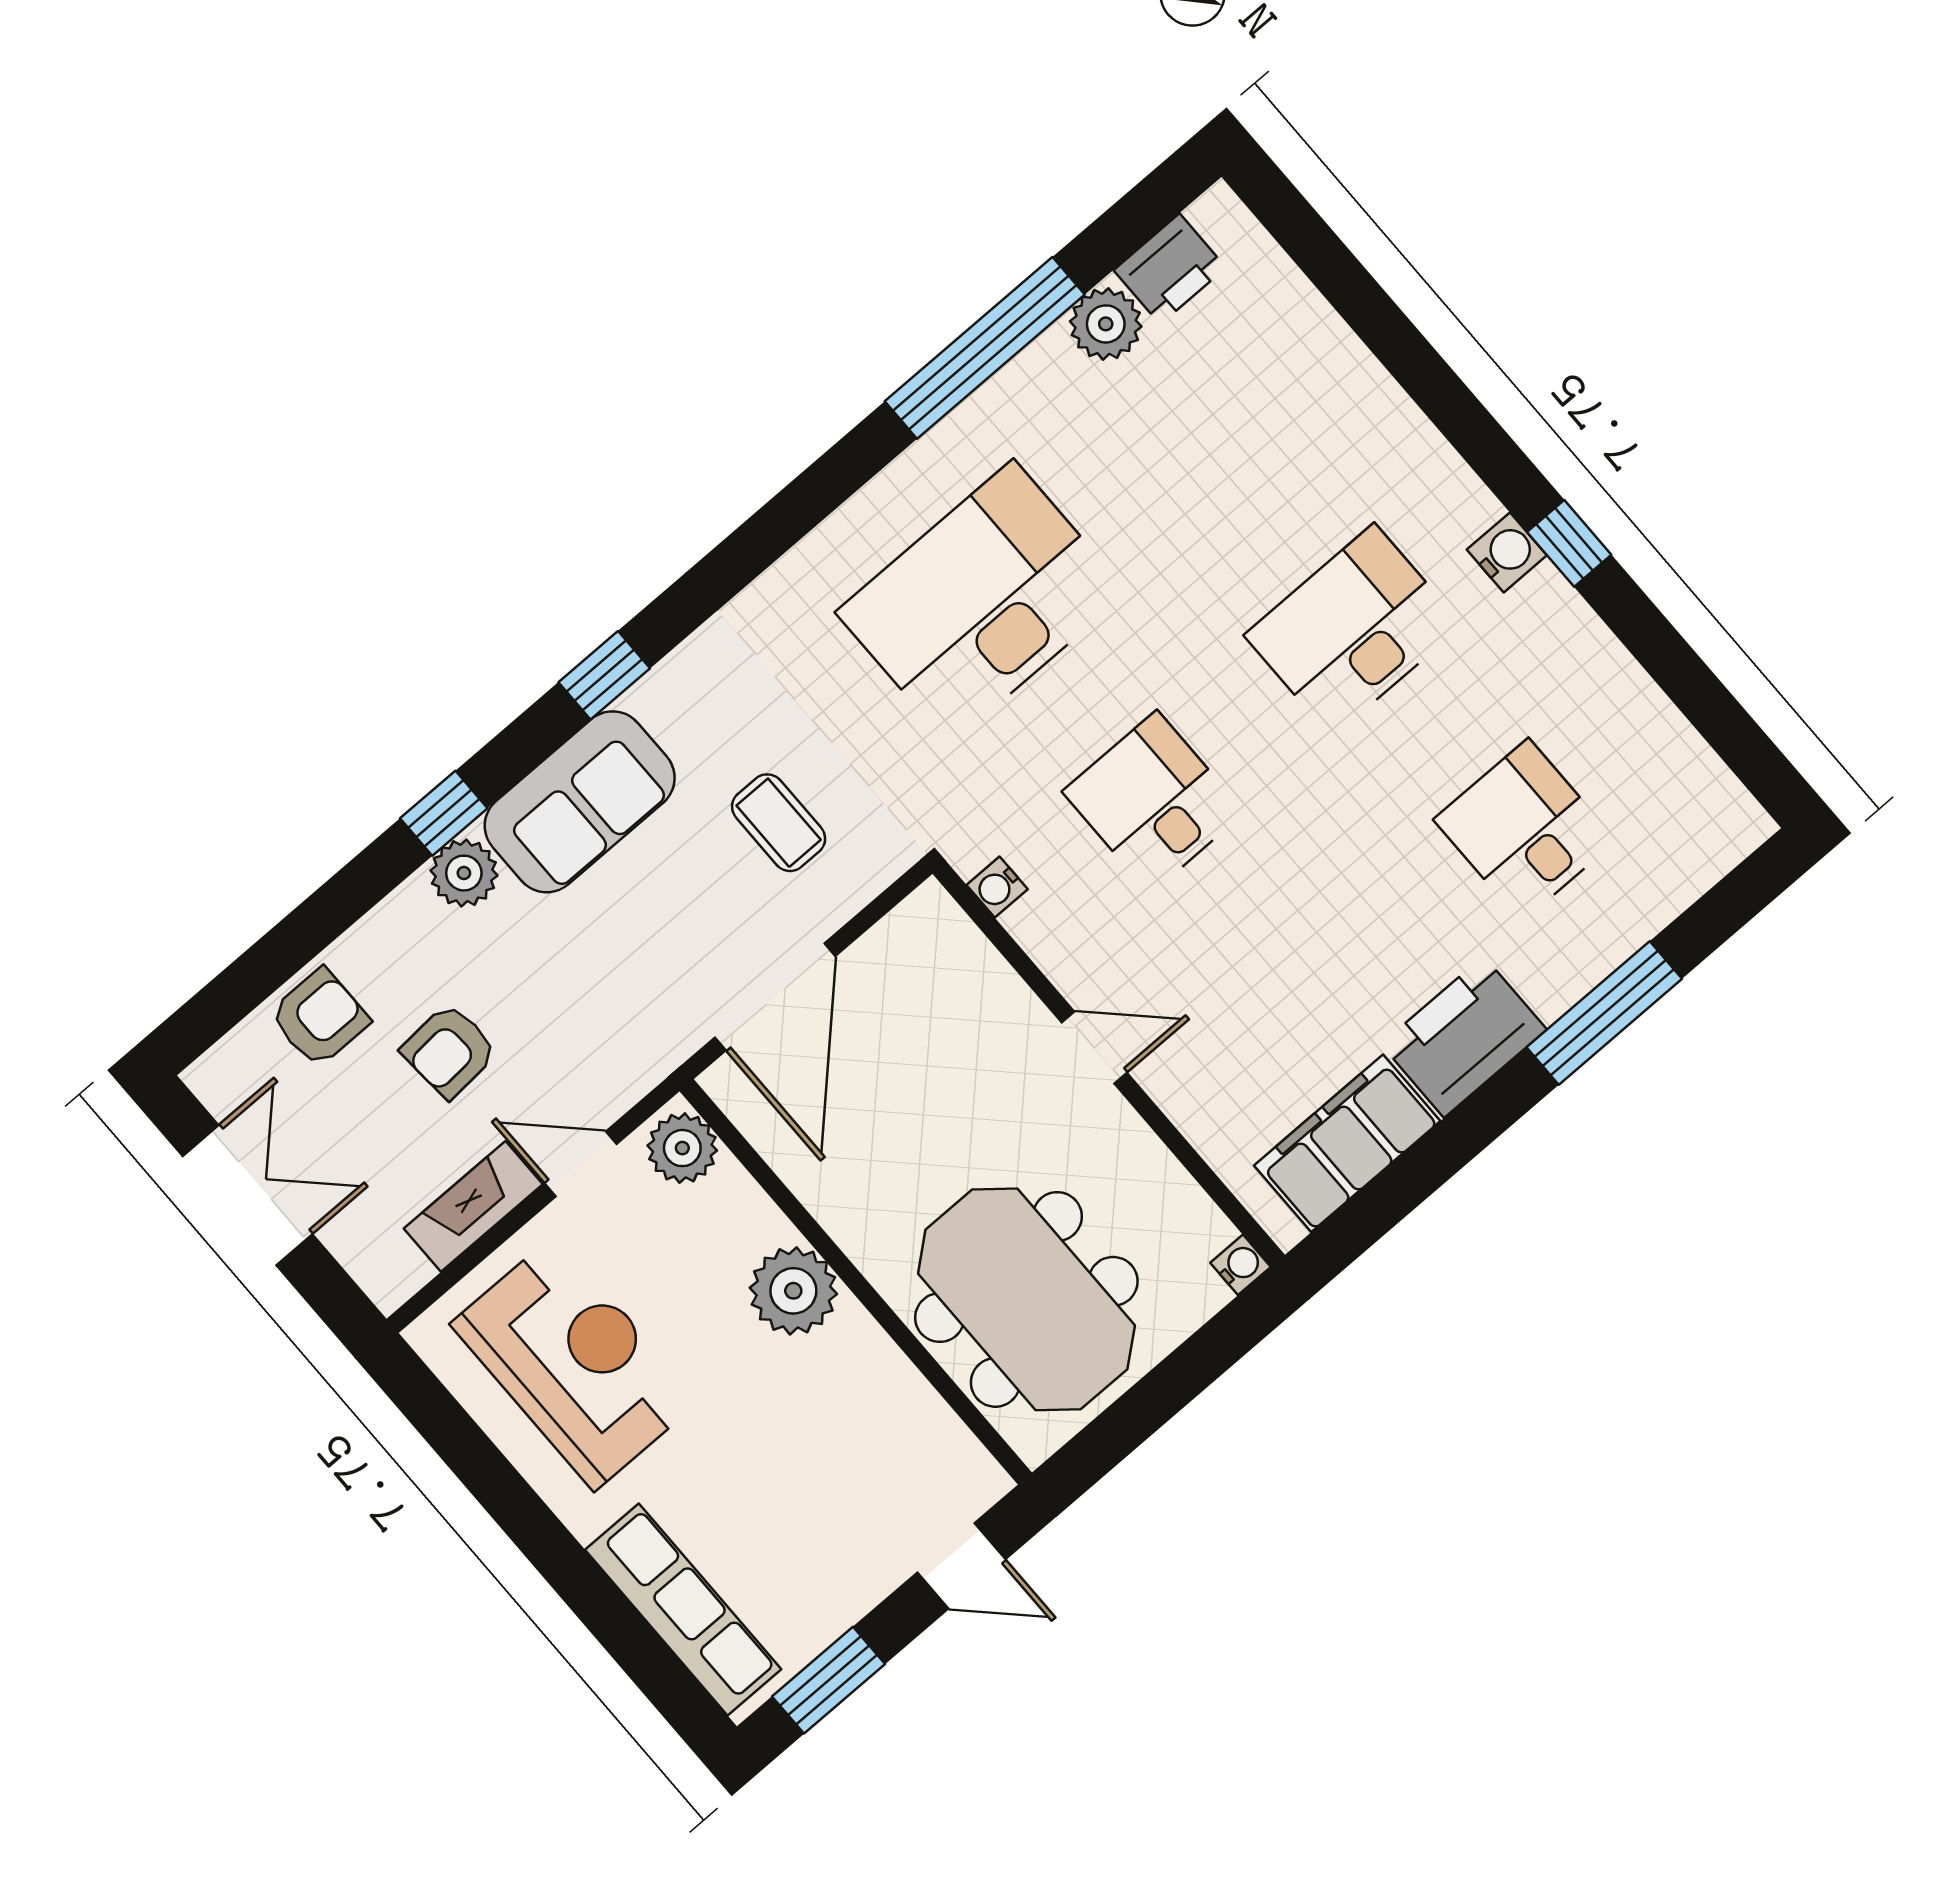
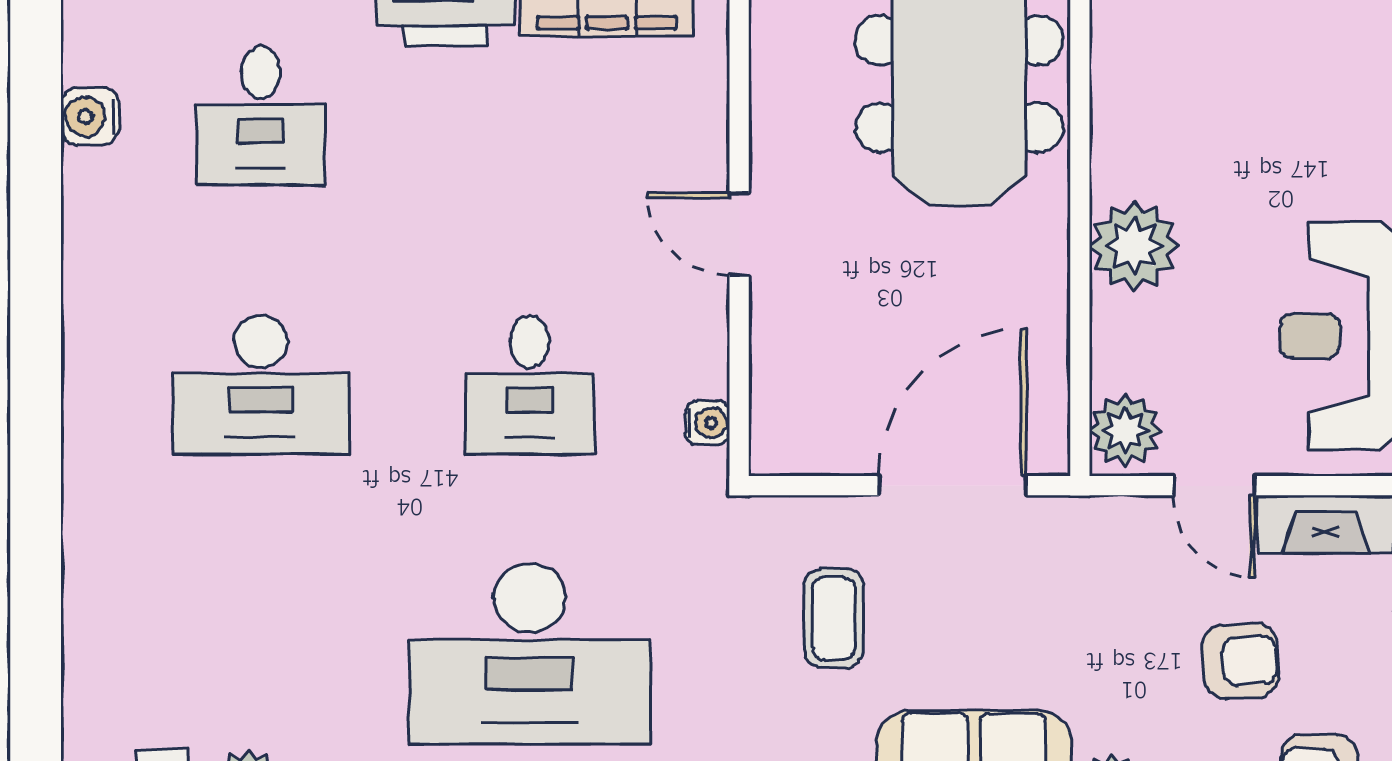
window: (1569, 543) -> (36, 308), removed
water cooler: (1507, 552) -> (90, 116), moved

